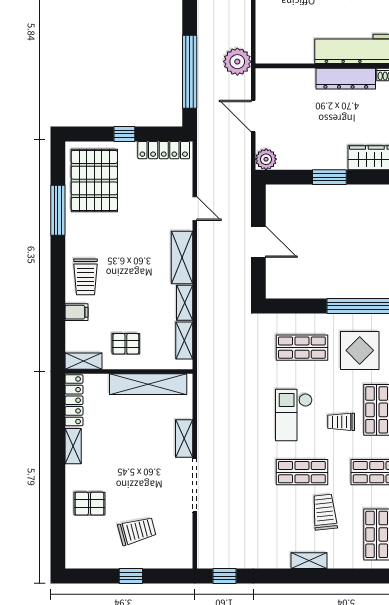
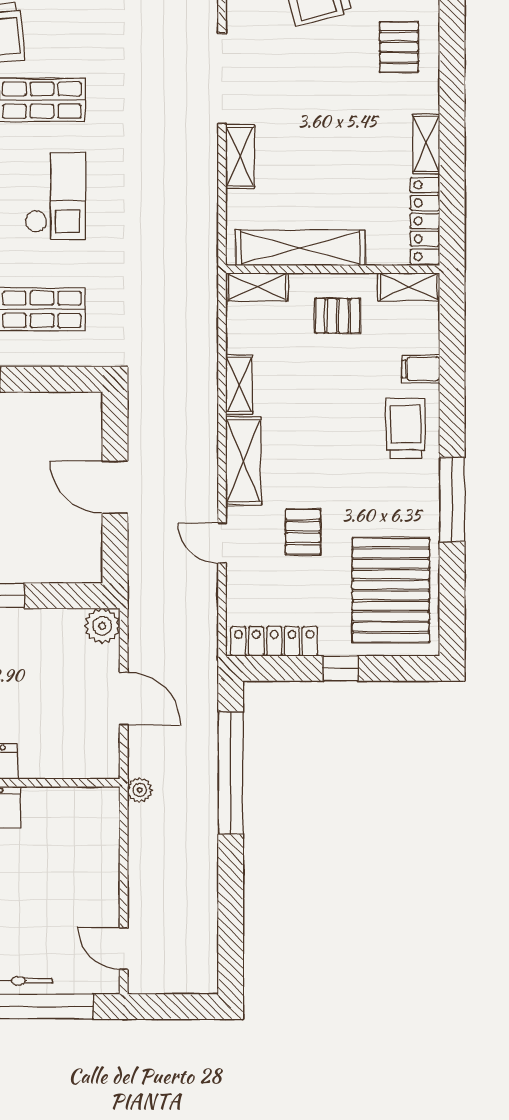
plant: (237, 62) -> (140, 790), width x0.53, depth x0.53
window: (58, 210) -> (452, 500), moved
pallet: (147, 215) -> (303, 532), added
shelving: (184, 340) -> (257, 287), moved, turned 90
pallet: (89, 504) -> (399, 47), turned 90

